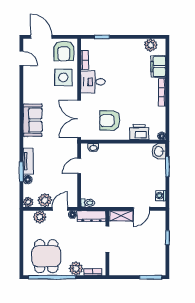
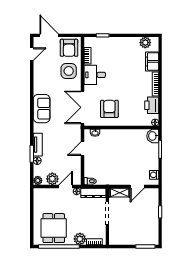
door: (21, 58) -> (32, 54), hinge flipped
armchair: (110, 121) -> (109, 109), turned 90
printer: (139, 132) -> (152, 105), moved, turned -90
plant: (40, 217) -> (48, 194), removed

